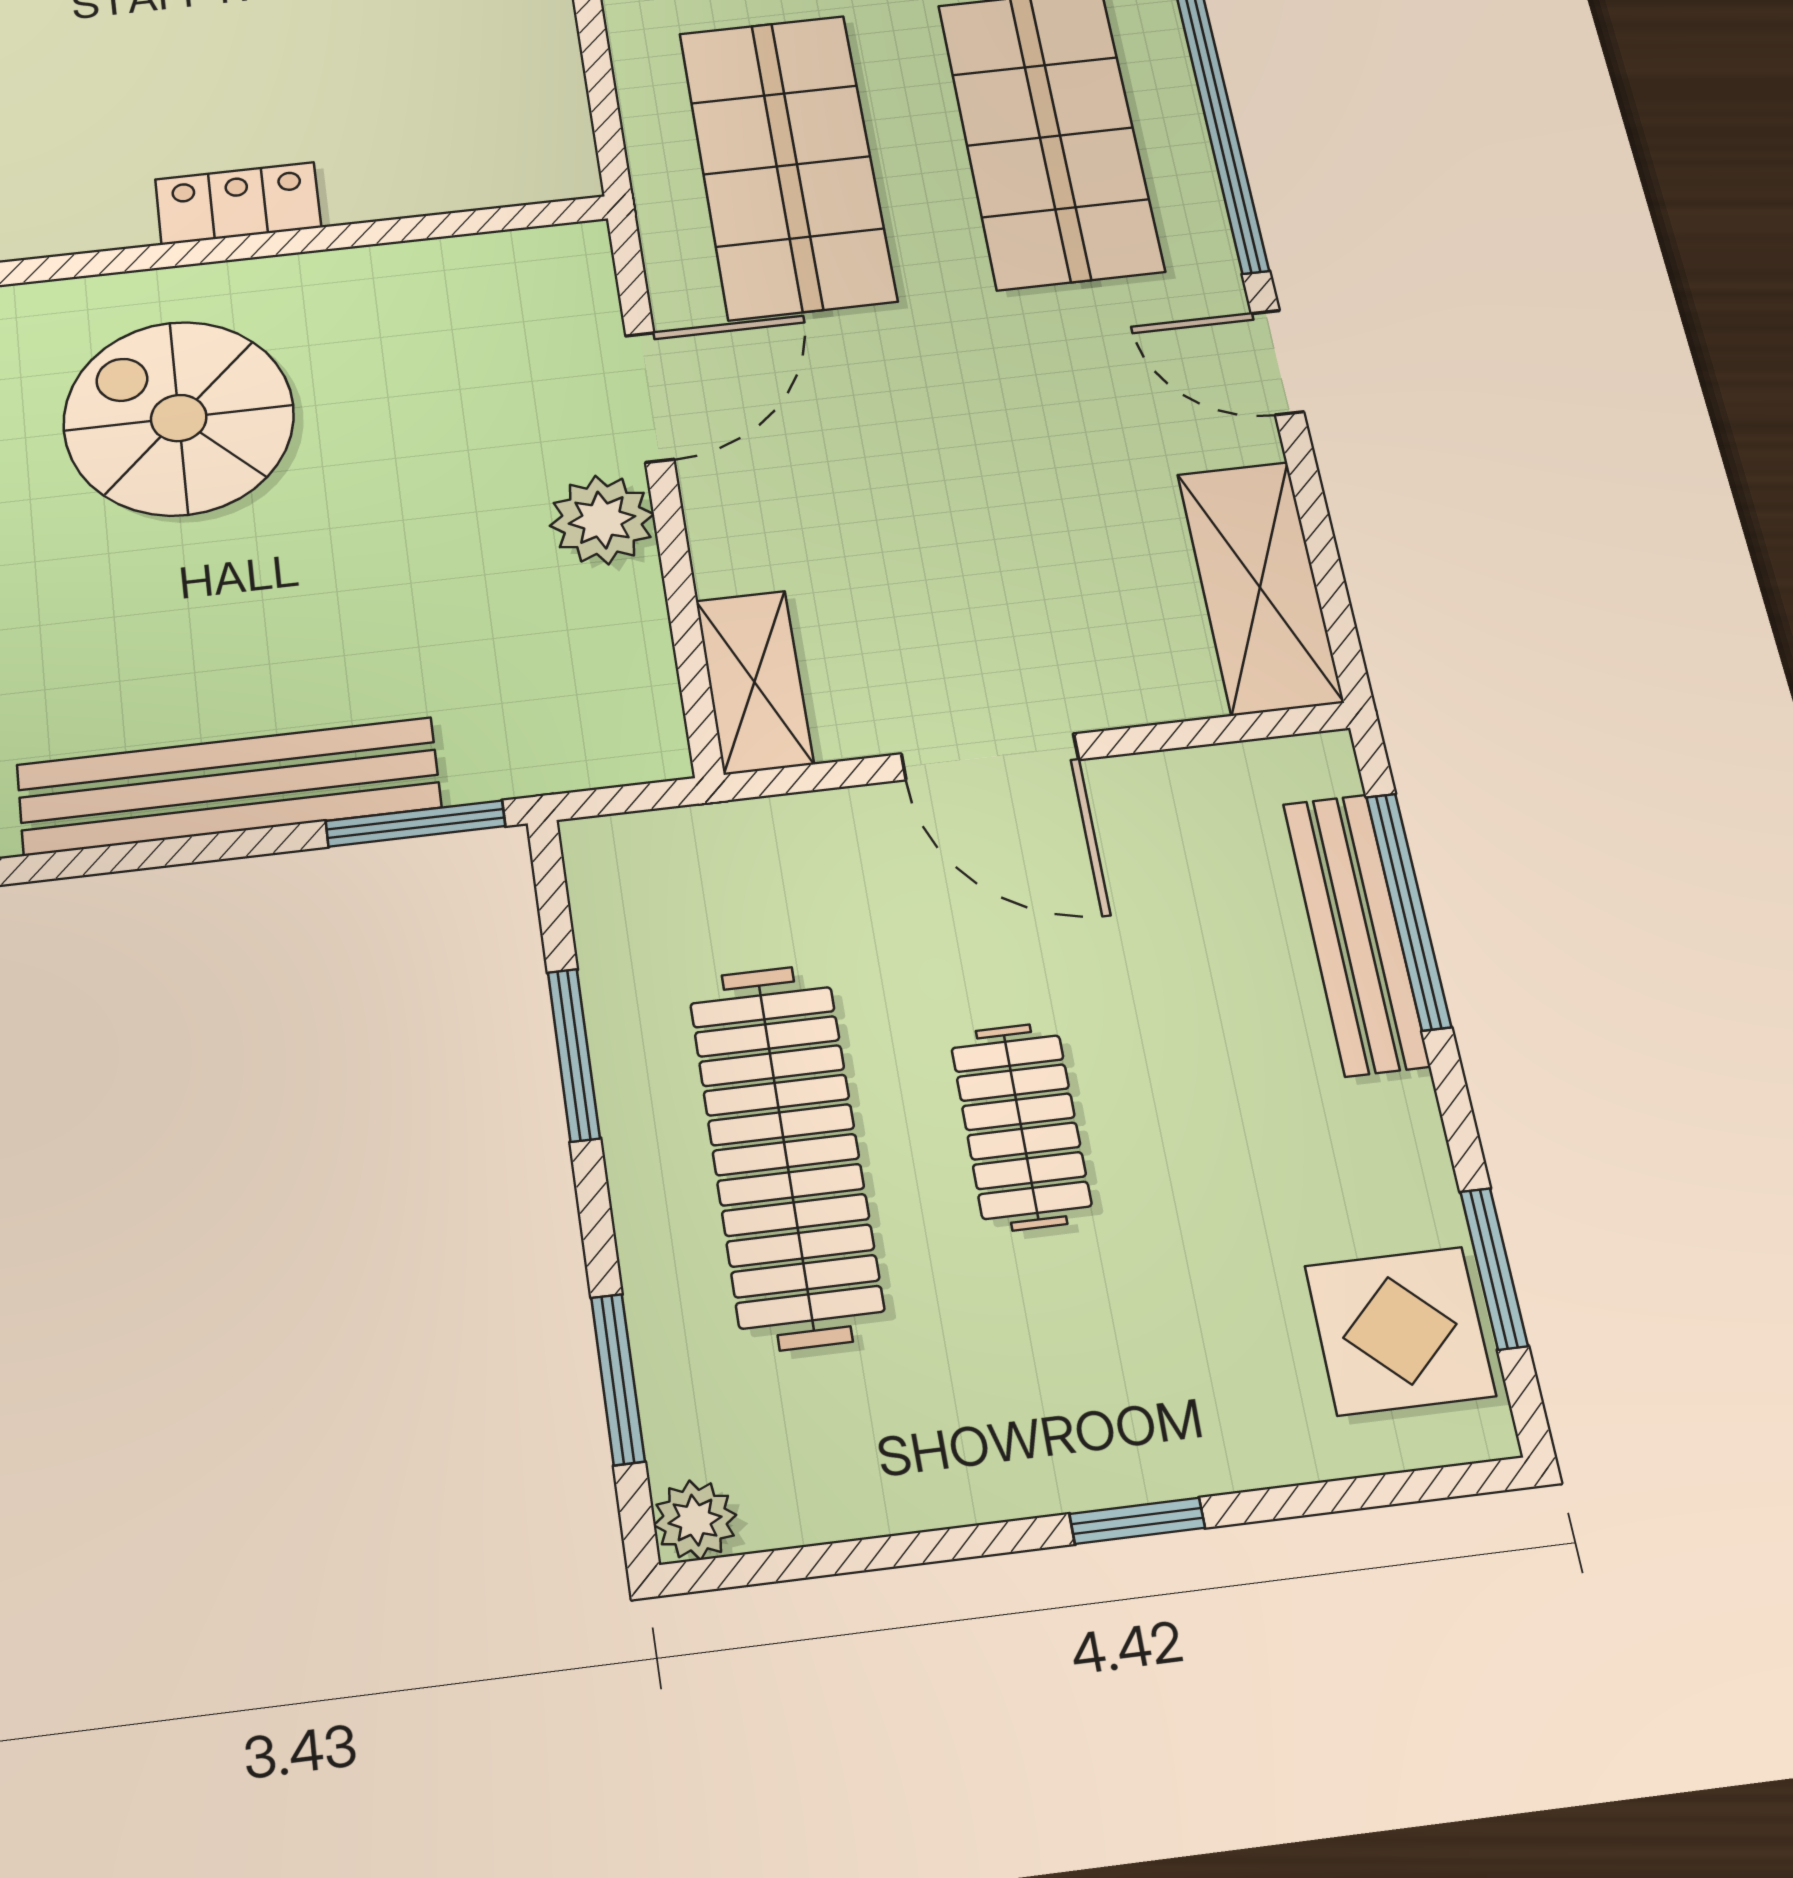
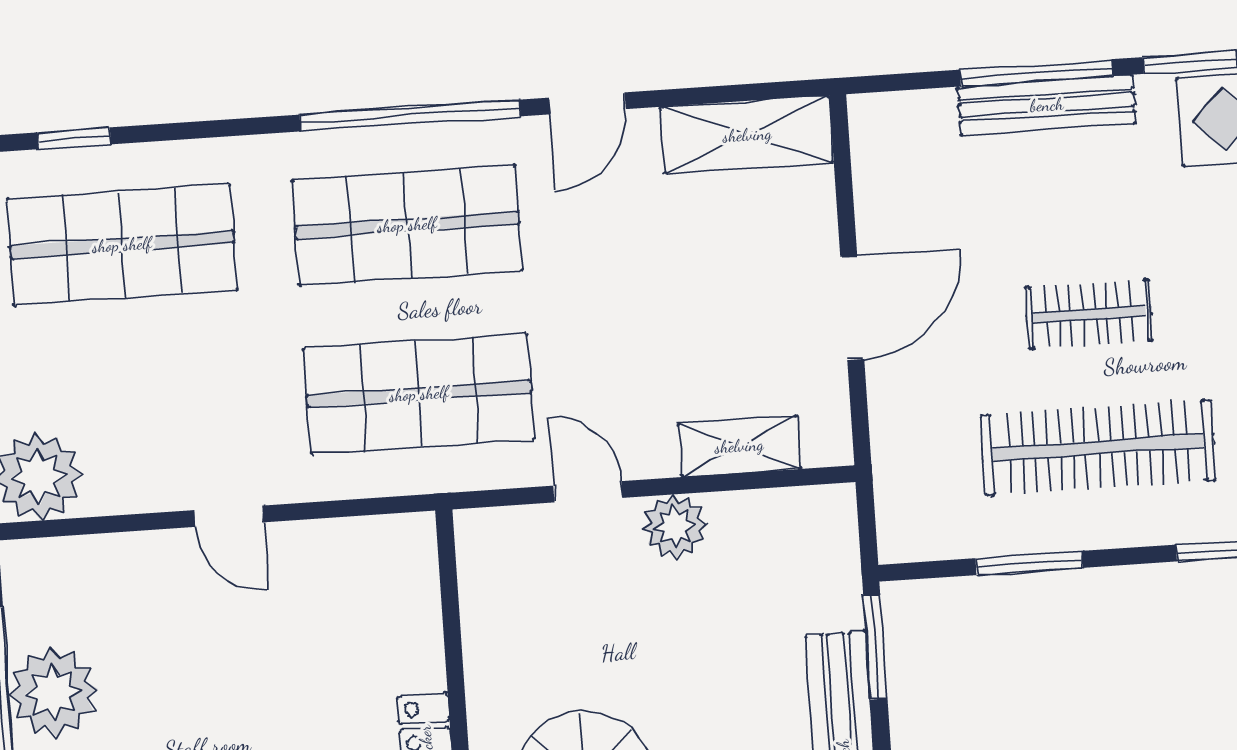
door: (650, 397) -> (588, 492), width x0.73
shelving: (754, 682) -> (739, 446), moved
window: (1408, 911) -> (1036, 73), moved
bench: (1356, 934) -> (1047, 105), moved

